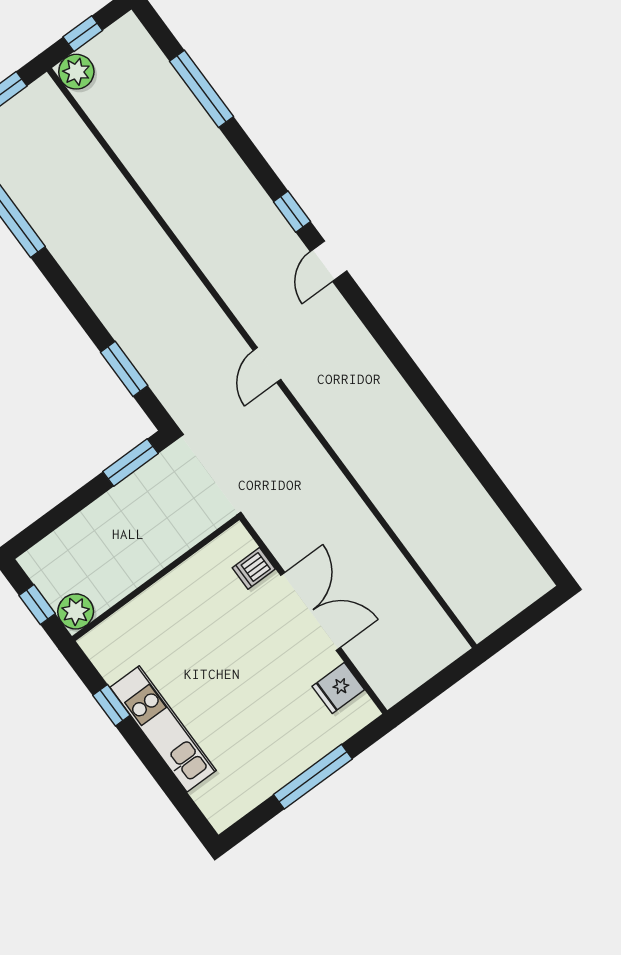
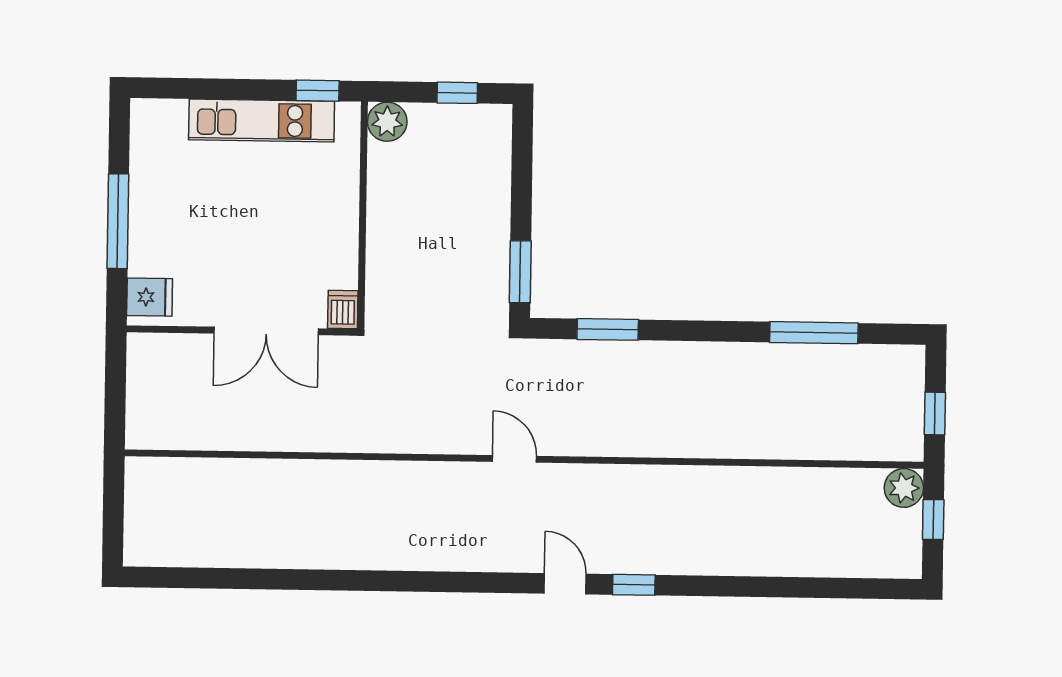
window: (201, 89) -> (804, 587), removed
wall: (156, 578) -> (363, 215), moved
plant: (76, 611) -> (387, 122), moved
fridge: (338, 688) -> (150, 297), moved, turned 90

